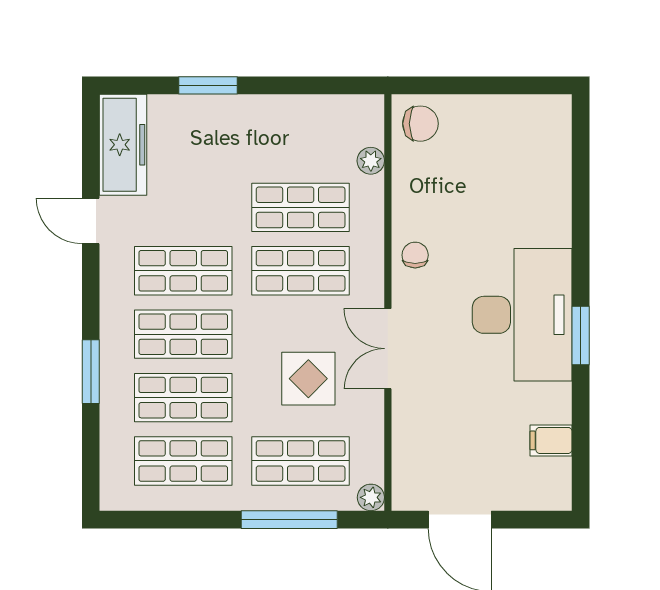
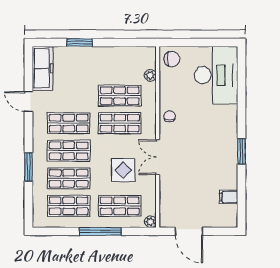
desk: (522, 315) -> (216, 75), moved
window: (289, 520) -> (100, 231), moved

